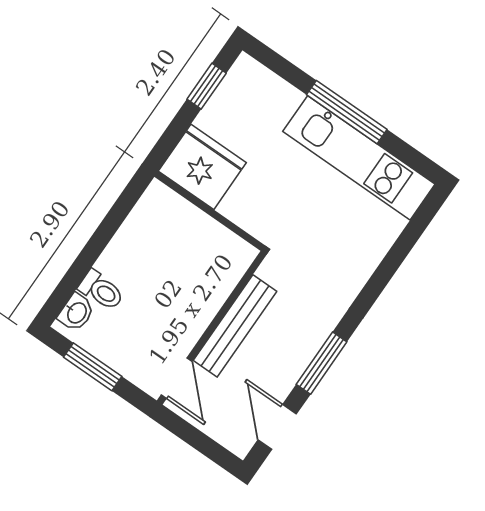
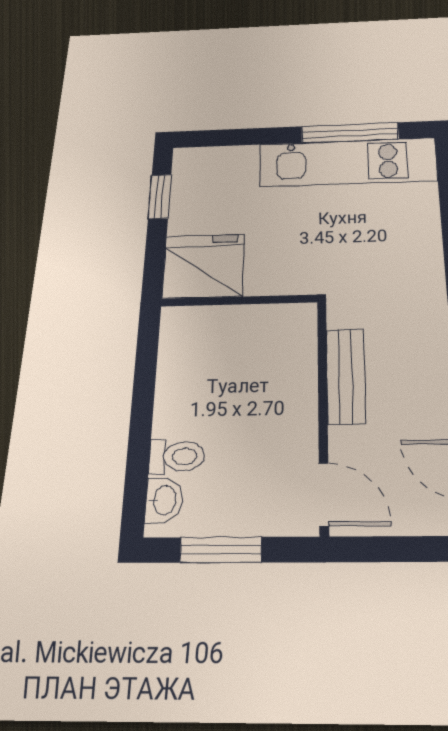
window: (347, 112) -> (350, 133), moved
bench: (235, 326) -> (346, 376), width x0.73

